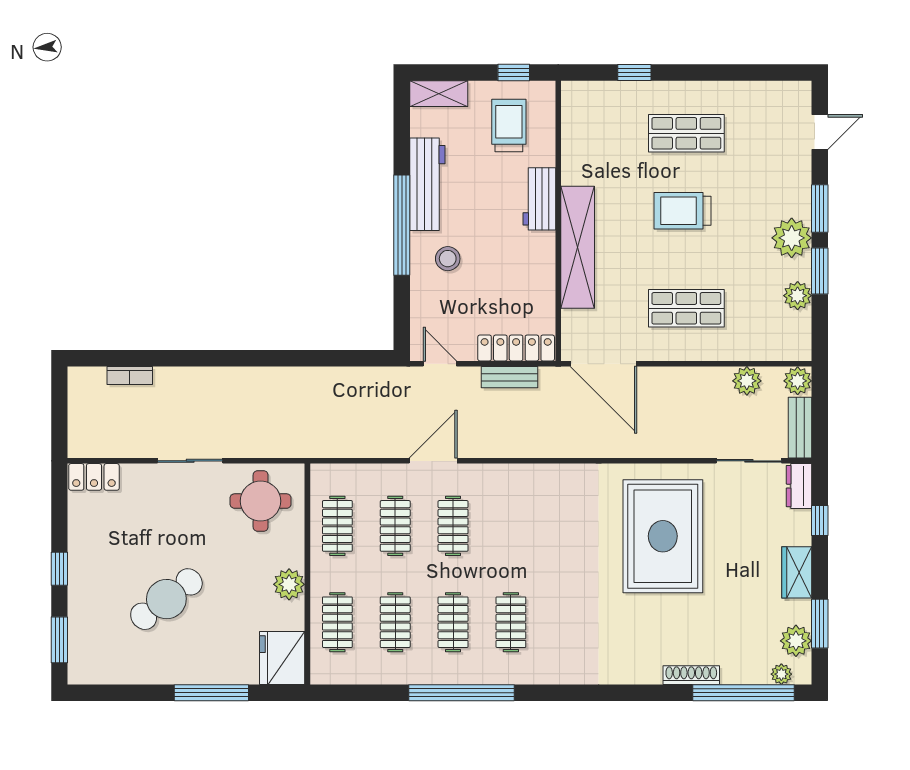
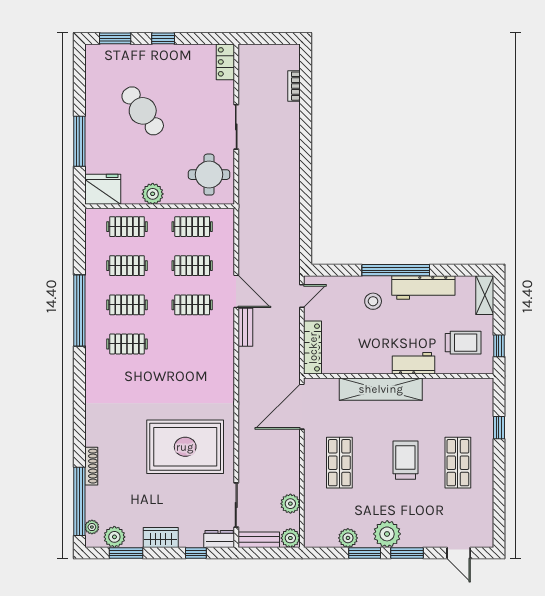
bench: (509, 377) -> (245, 327), moved

